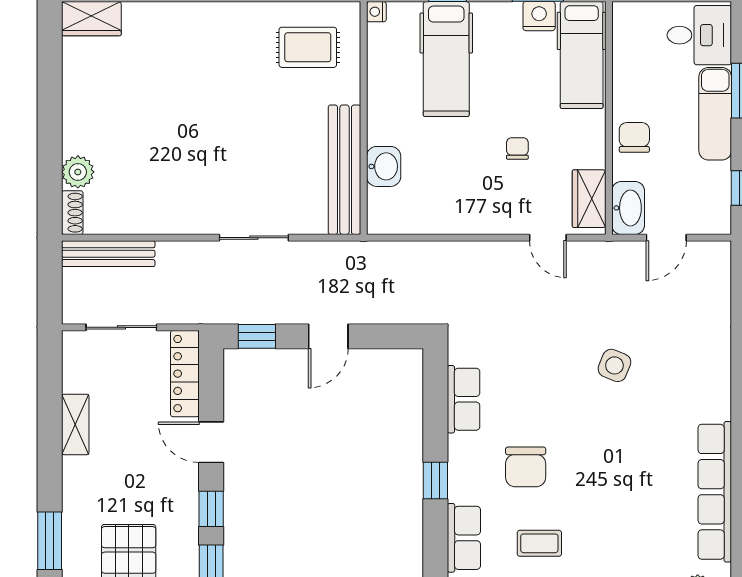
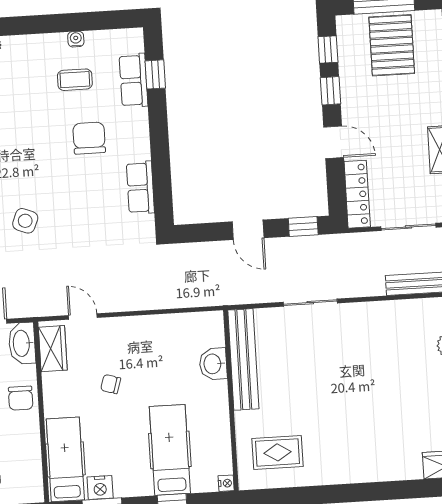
chair: (517, 148) -> (111, 384), turned 107
door: (328, 336) -> (248, 230), swing flipped
window: (435, 481) -> (155, 74), moved

